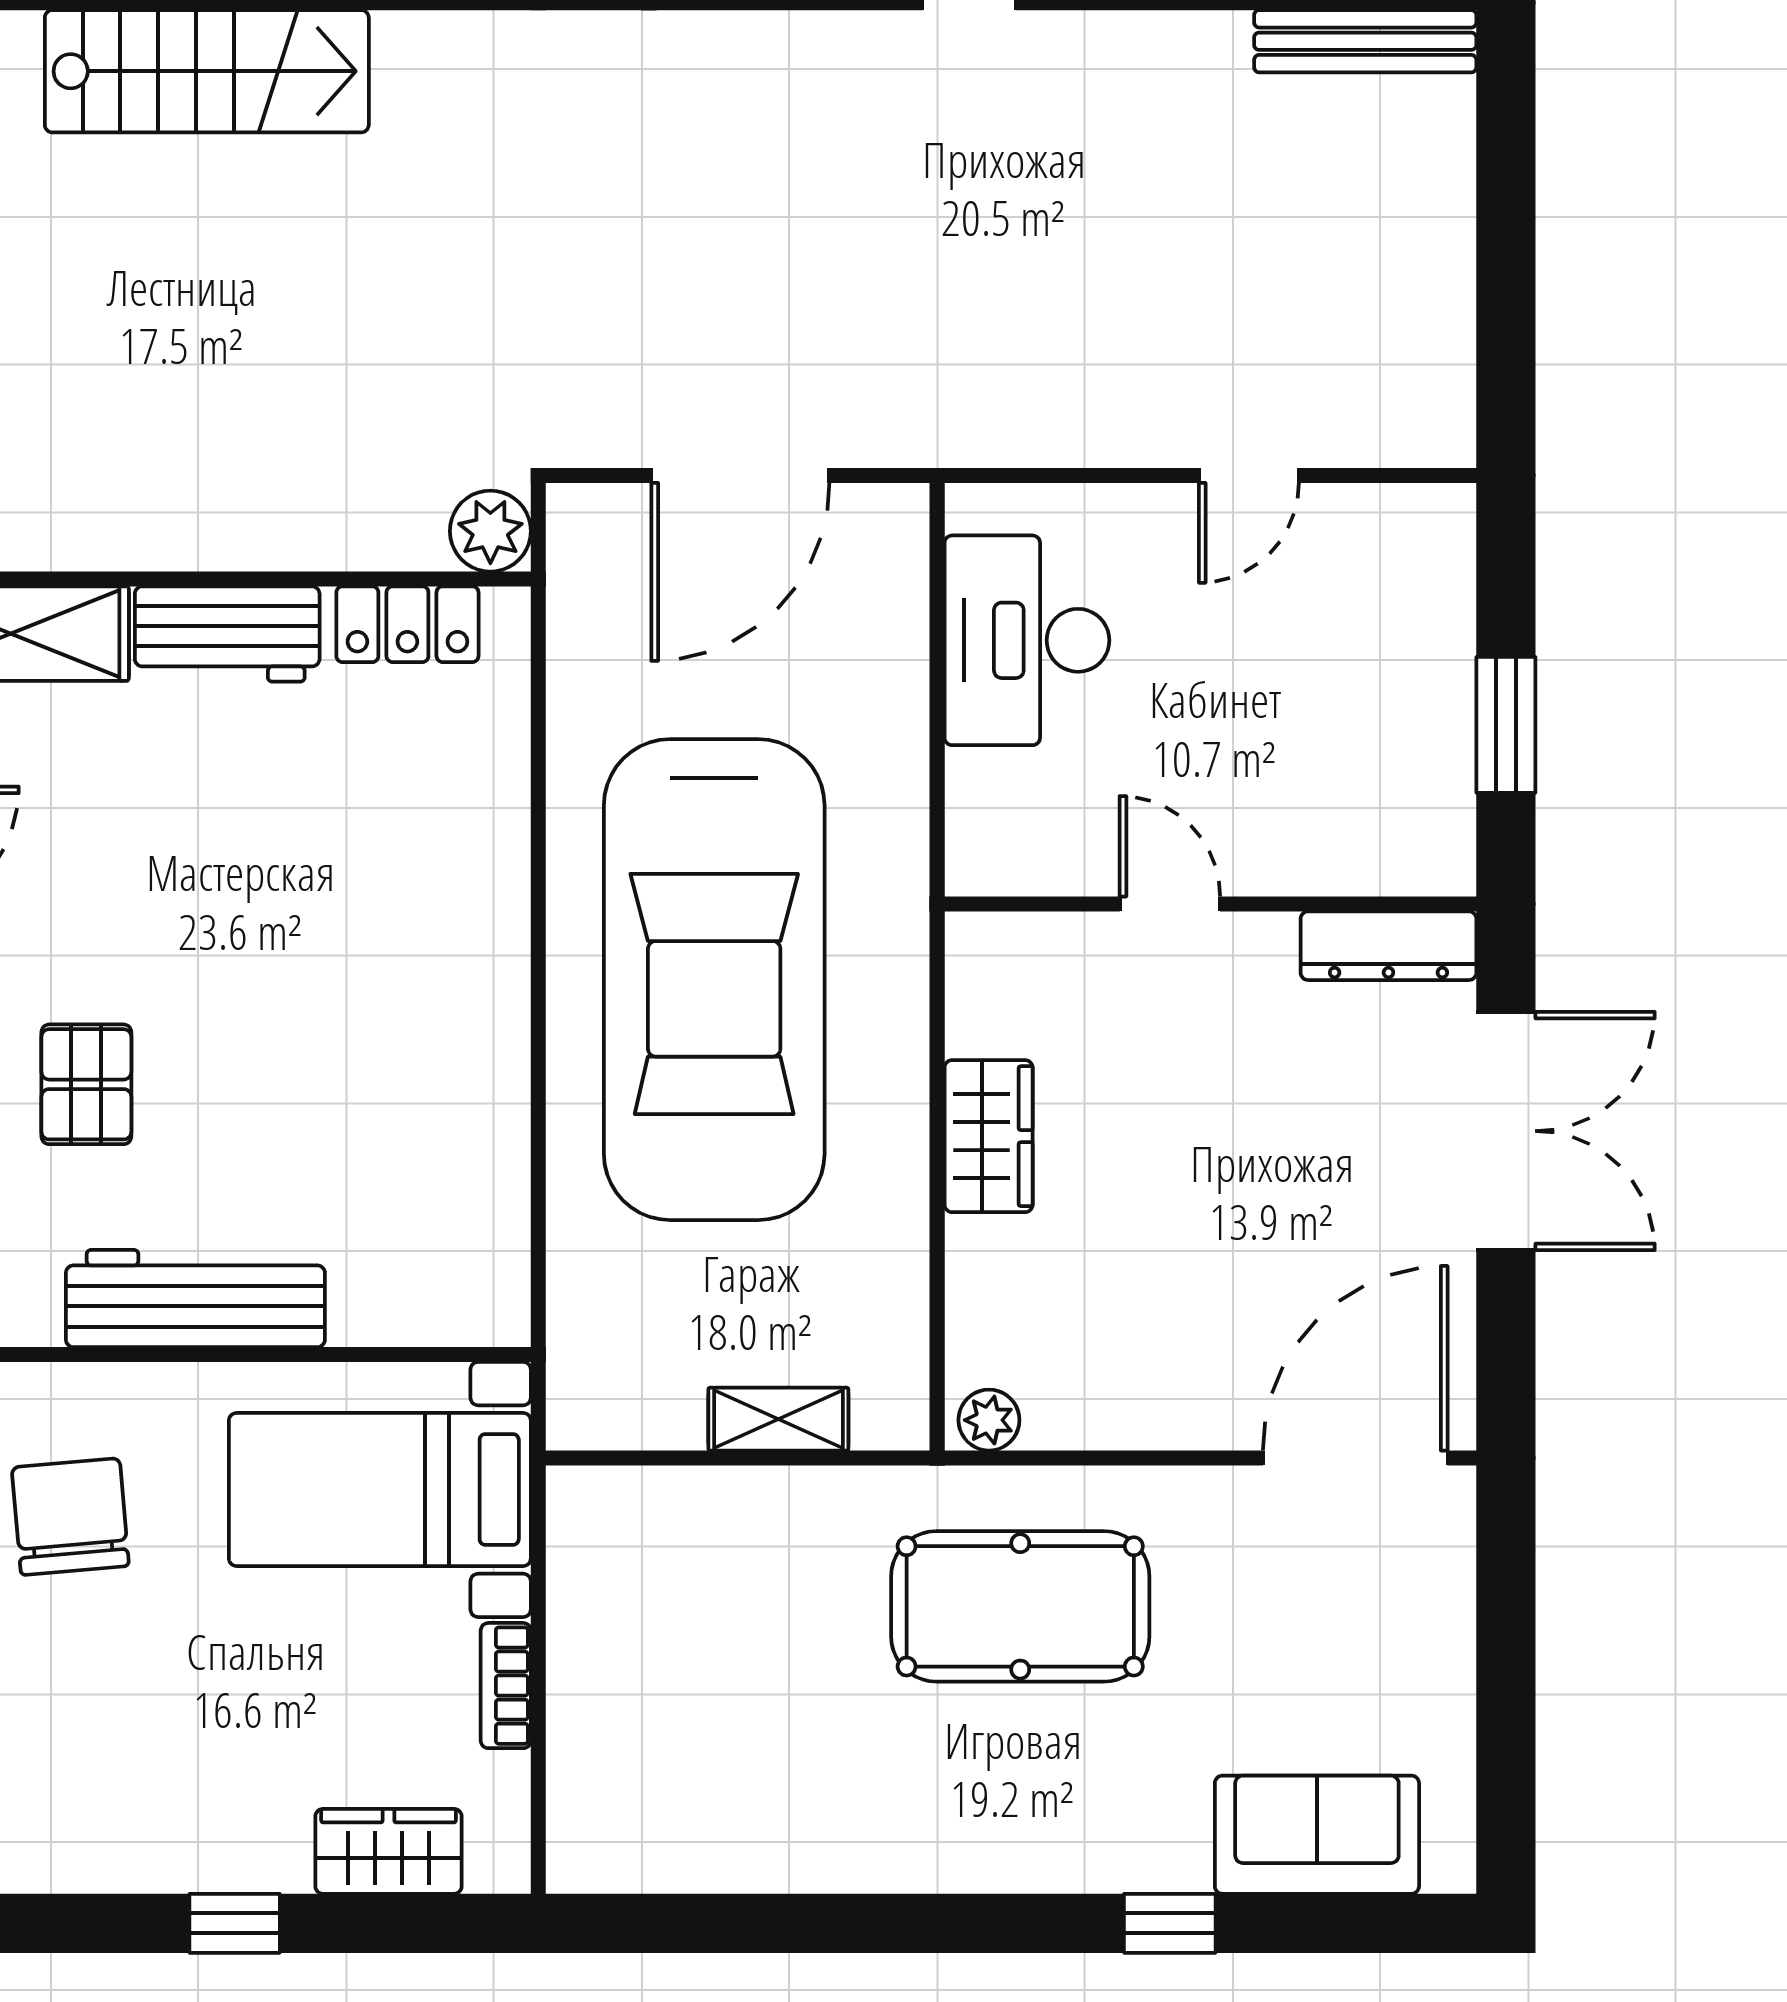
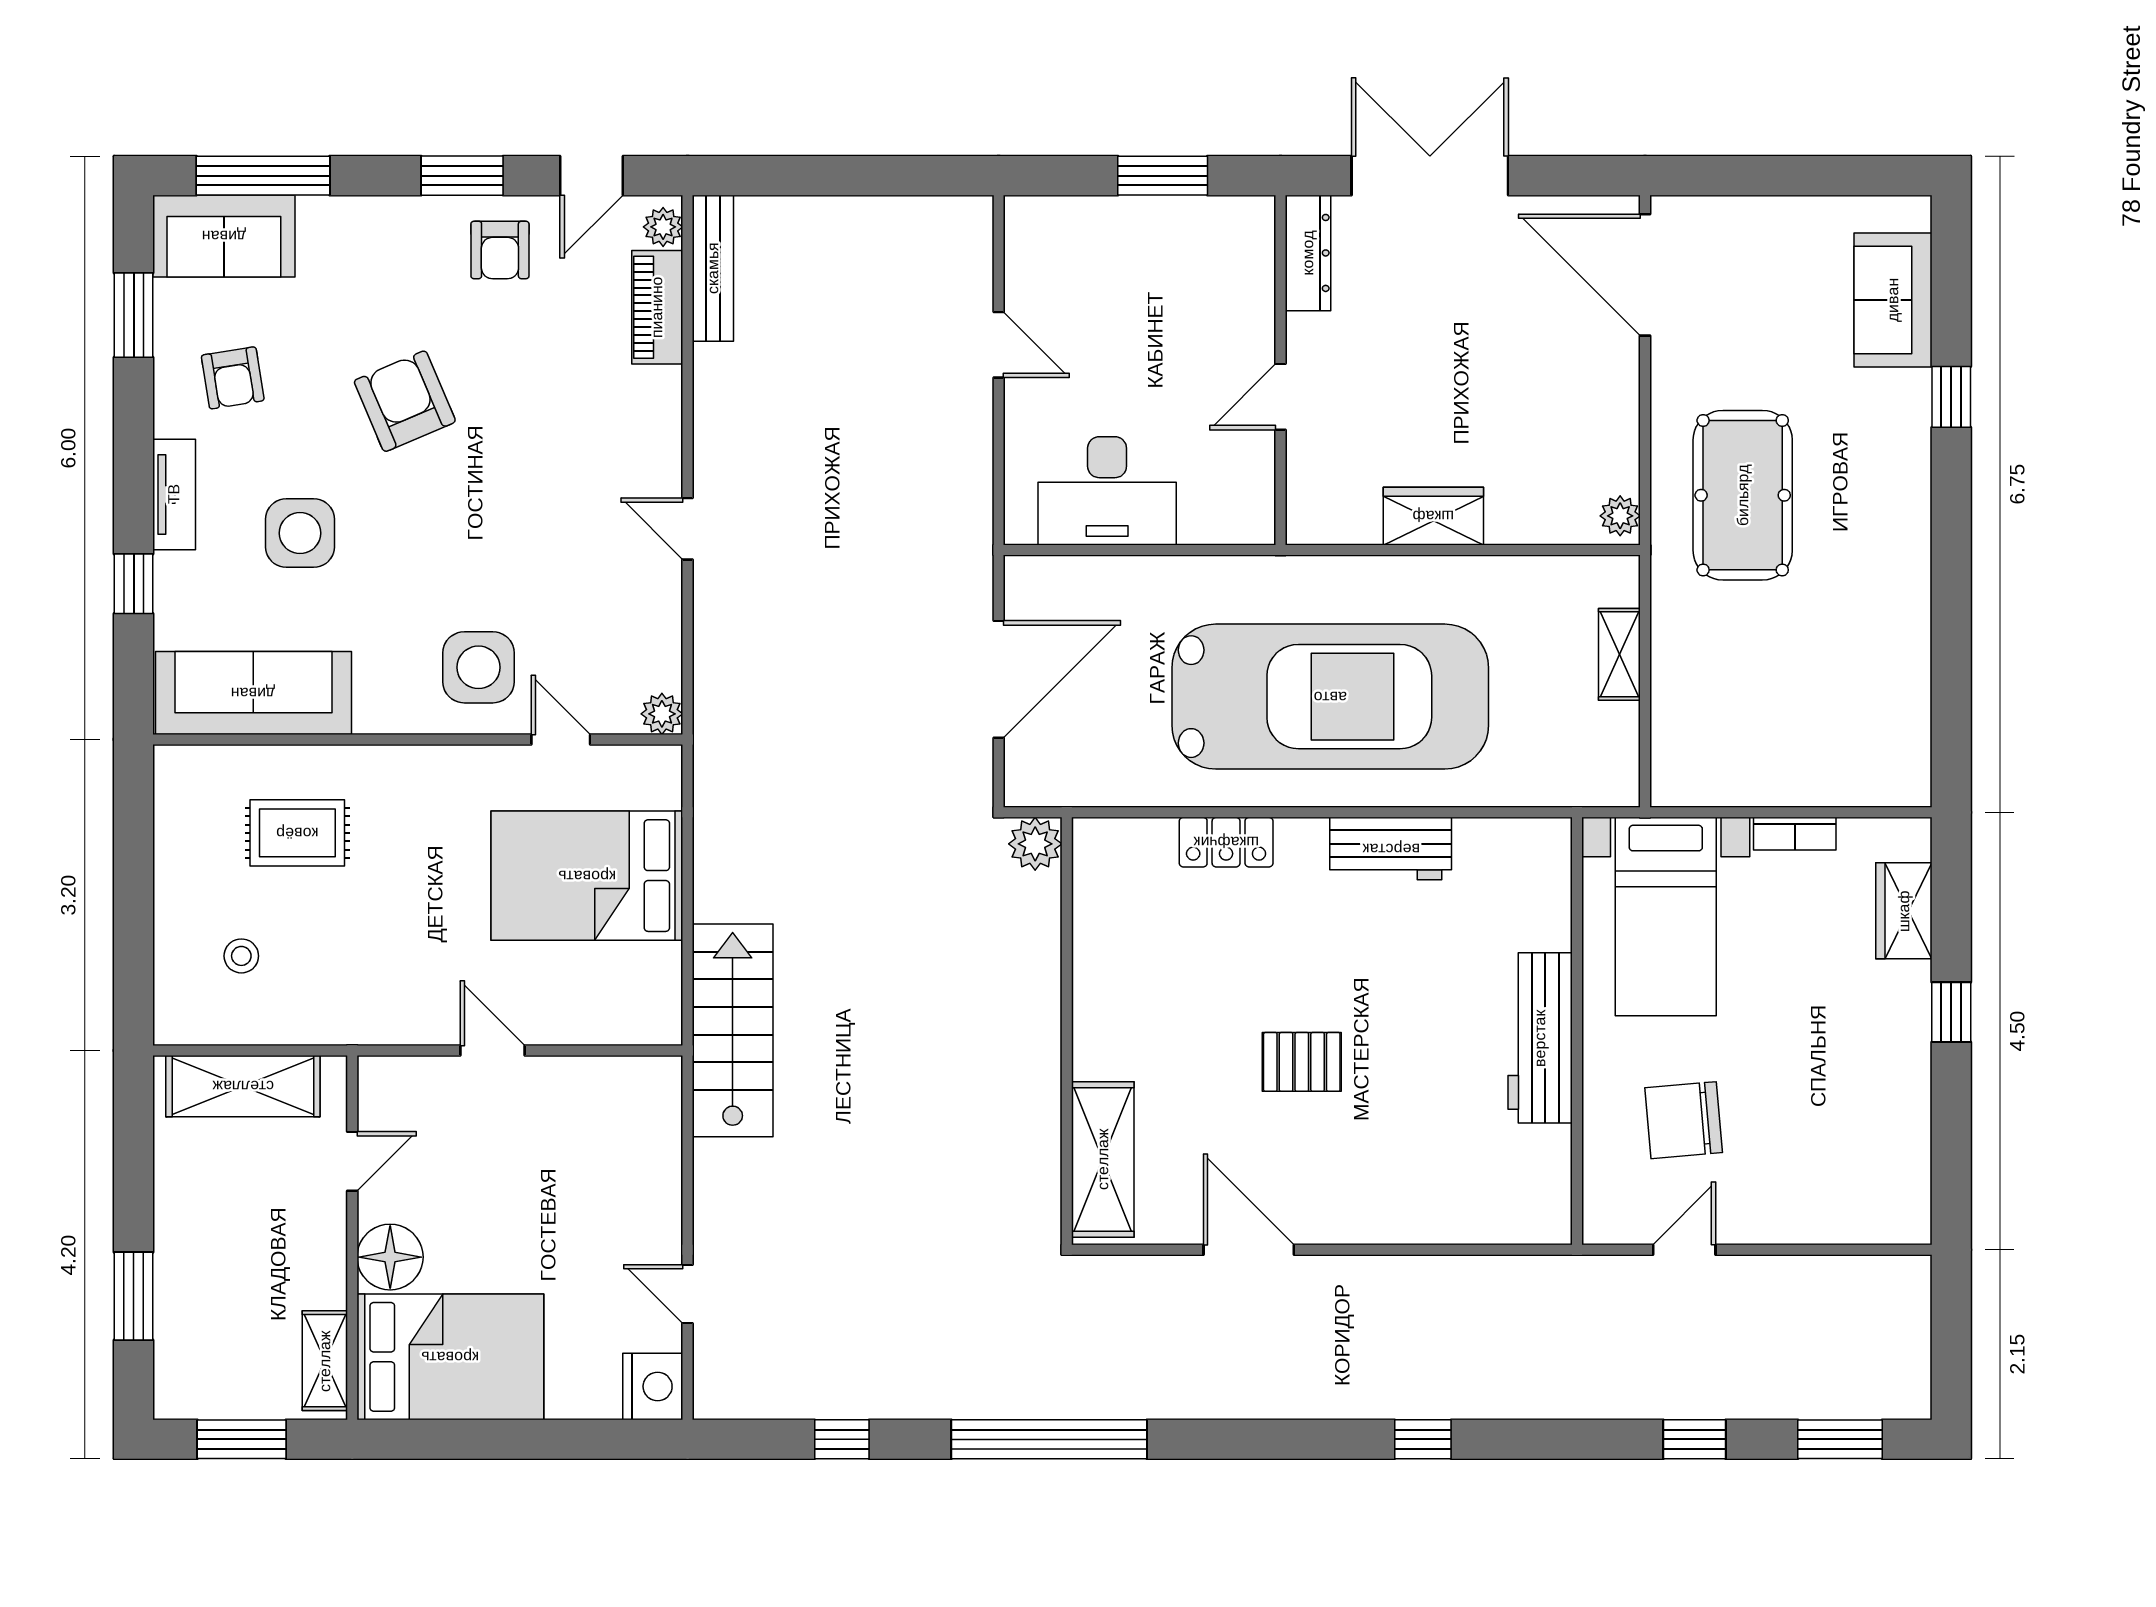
door: (740, 475) -> (999, 679), hinge flipped
locker: (407, 624) -> (1226, 842), moved, turned 90
workbench: (227, 634) -> (1391, 849), moved, turned 90
pallet: (86, 1084) -> (1302, 1062), moved

